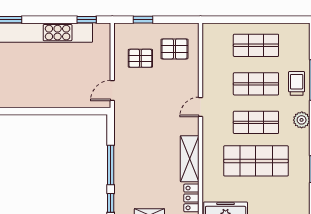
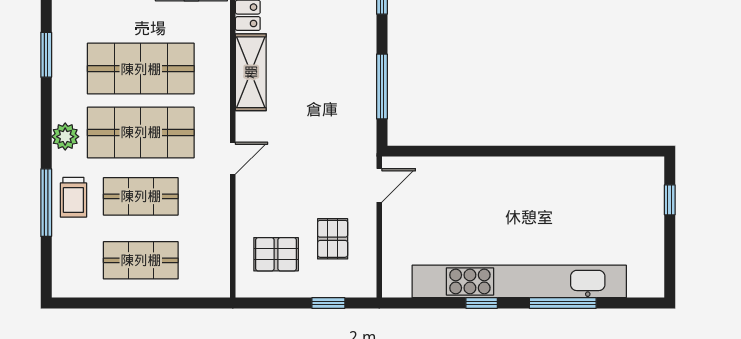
window: (87, 20) -> (482, 303), moved
pallet: (140, 58) -> (333, 239), turned 90
shop shelf: (256, 122) -> (141, 132), width x1.43, depth x1.36
window: (111, 165) -> (382, 87), moved

